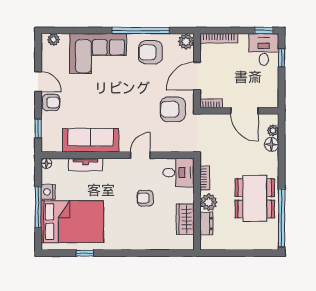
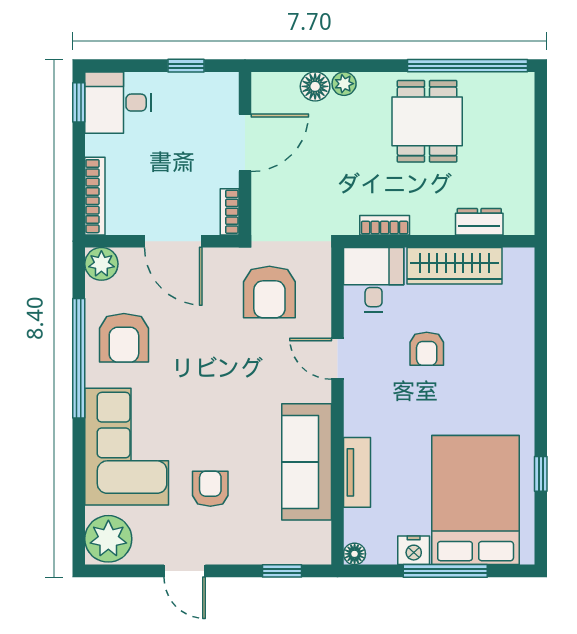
plant: (54, 40) -> (108, 539), width x1.88, depth x1.88
window: (282, 58) -> (186, 66), moved
door: (38, 82) -> (185, 571), swing flipped
armchair: (51, 102) -> (210, 489), moved
armchair: (173, 109) -> (269, 292), moved
plant: (273, 130) -> (344, 84), moved
dining table: (255, 198) -> (427, 121), width x0.73
plant: (209, 202) -> (435, 217), removed
wardrobe: (185, 219) -> (455, 266), width x1.50

